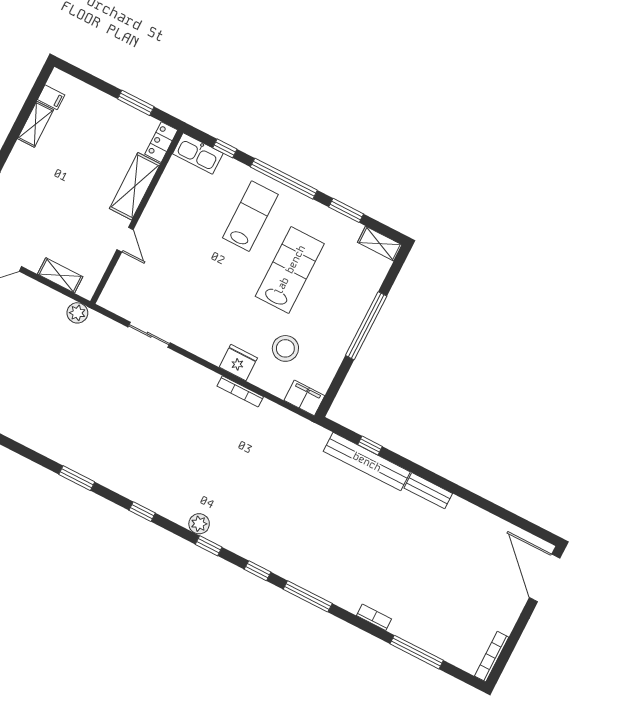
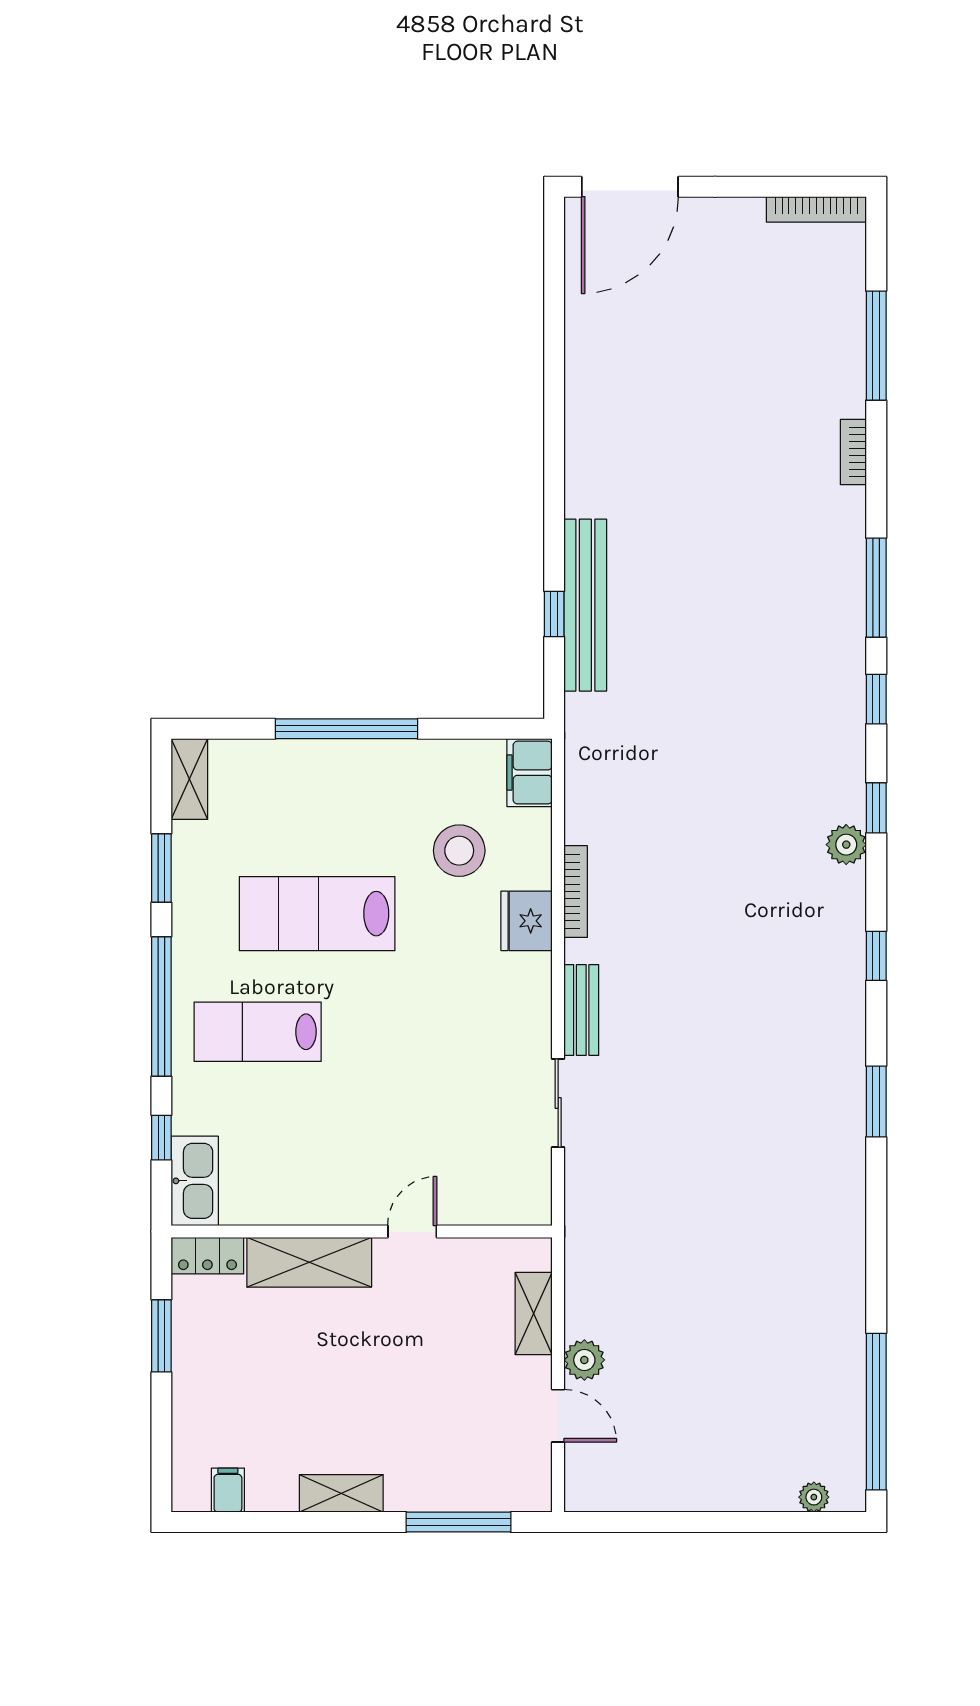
shelving: (35, 124) -> (341, 1493), moved
plant: (77, 313) -> (584, 1360), moved
bench: (428, 491) -> (581, 1010), moved

